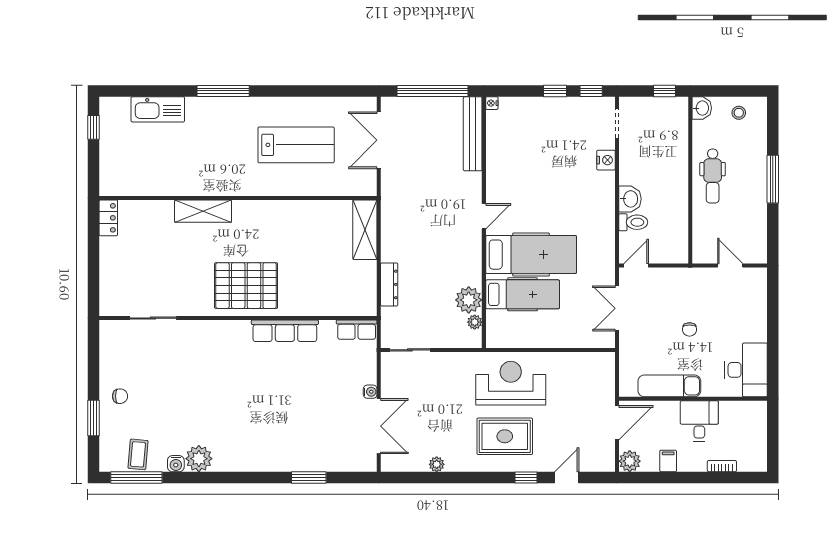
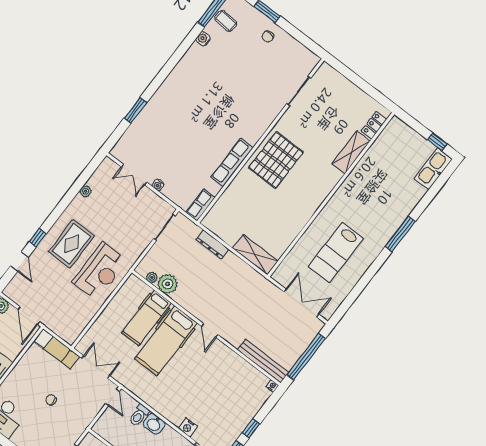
kitchen sink: (158, 109) -> (433, 169), moved
shelving: (203, 211) -> (351, 152), moved
locker: (108, 218) -> (374, 125), moved, turned 90
exam couch: (669, 386) -> (57, 349), moved, turned 90
double door: (379, 426) -> (134, 175), width x0.73
plant: (199, 459) -> (196, 55), removed

